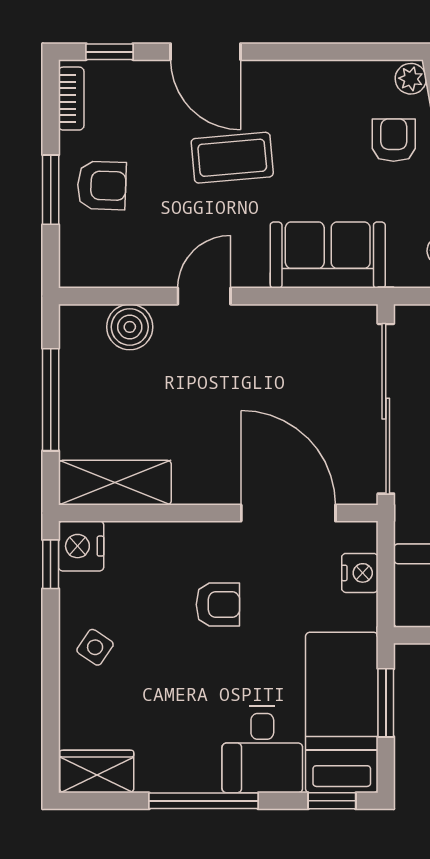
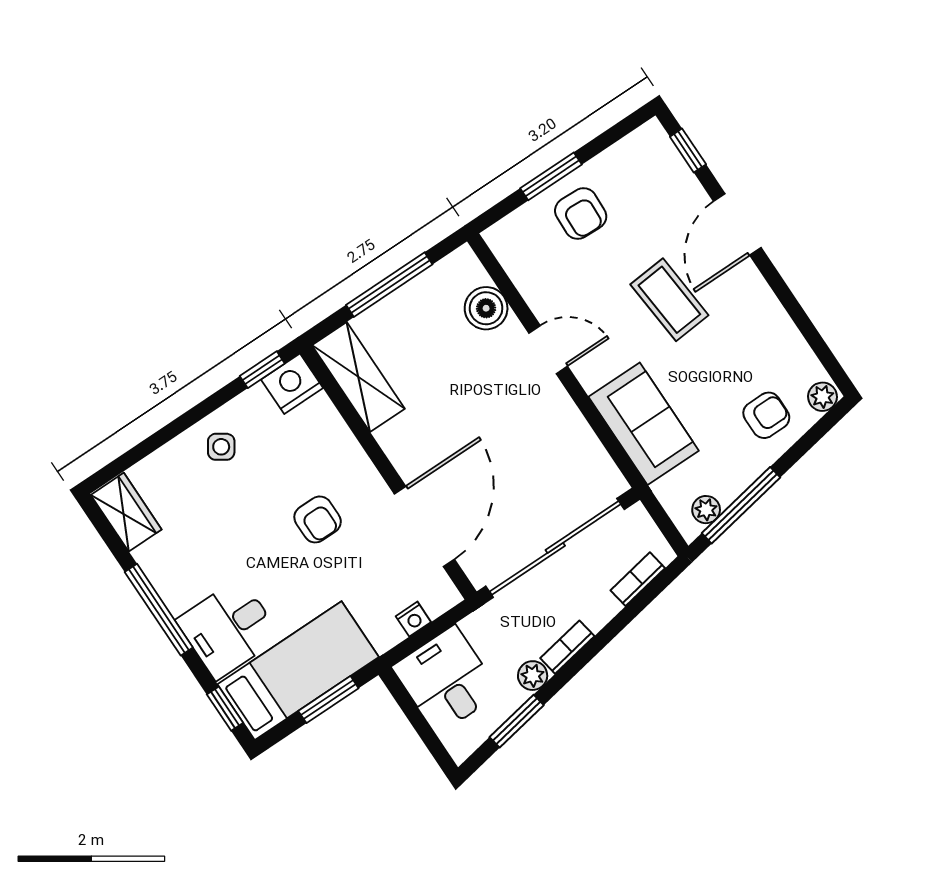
bookcase: (71, 99) -> (632, 145), removed
nightstand: (360, 573) -> (413, 619), width x0.72, depth x0.74

